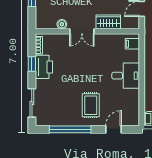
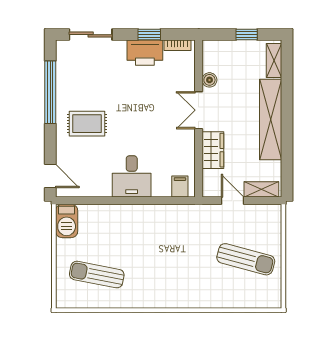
door: (113, 129) -> (50, 176), moved

